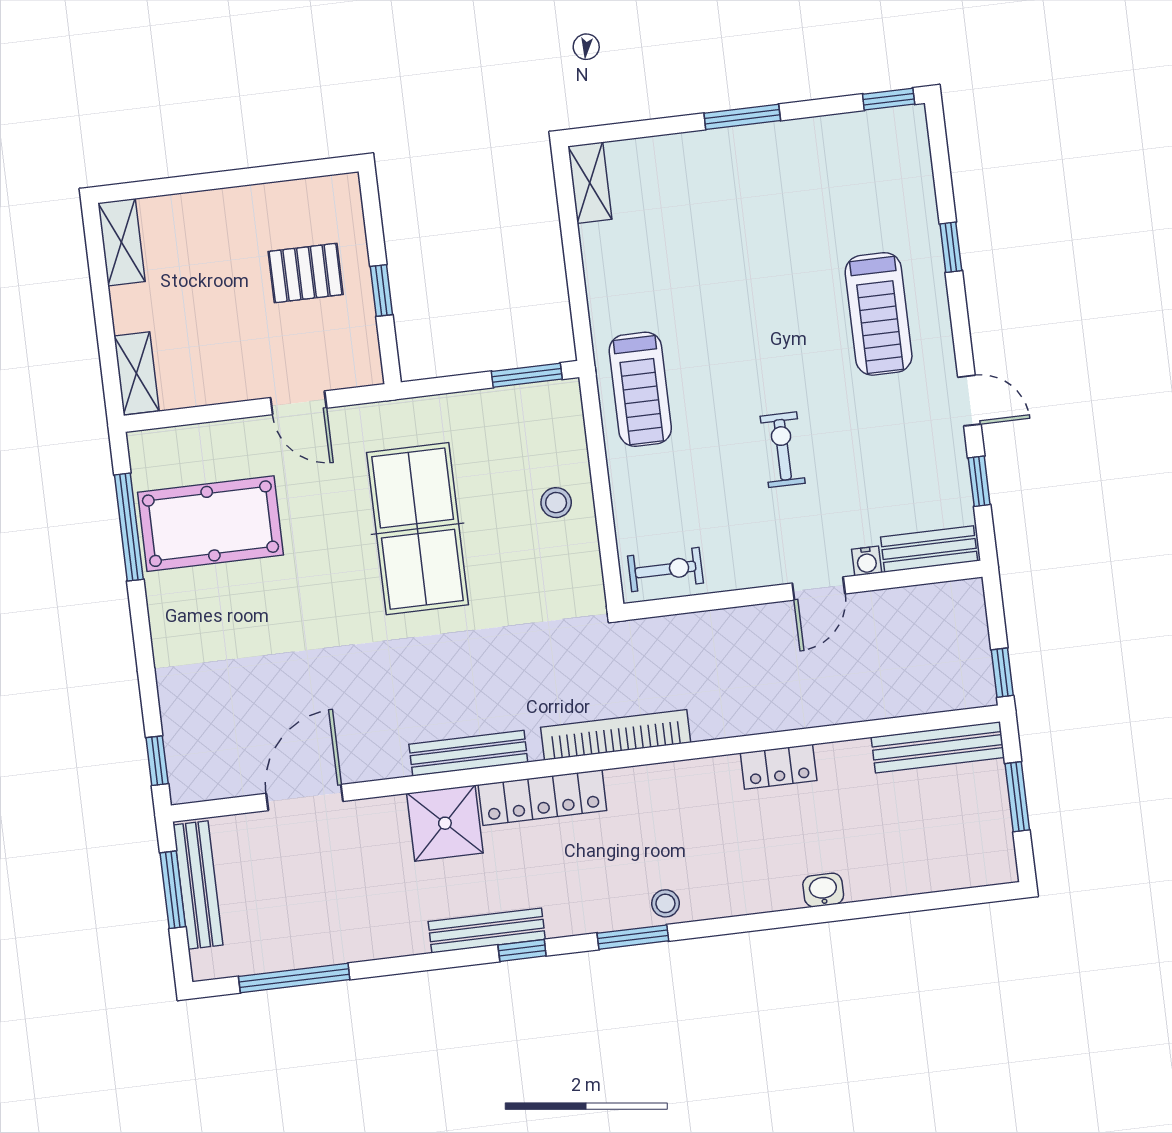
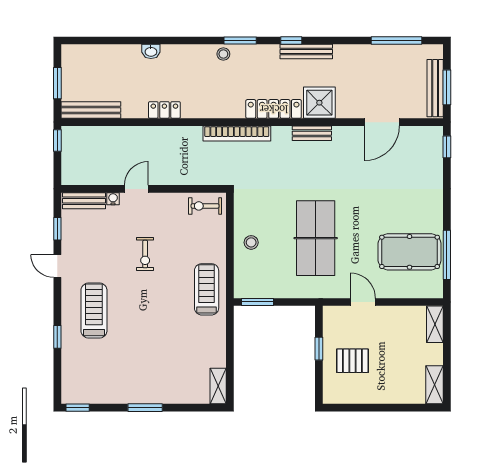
bench: (468, 753) -> (312, 133), width x0.73

